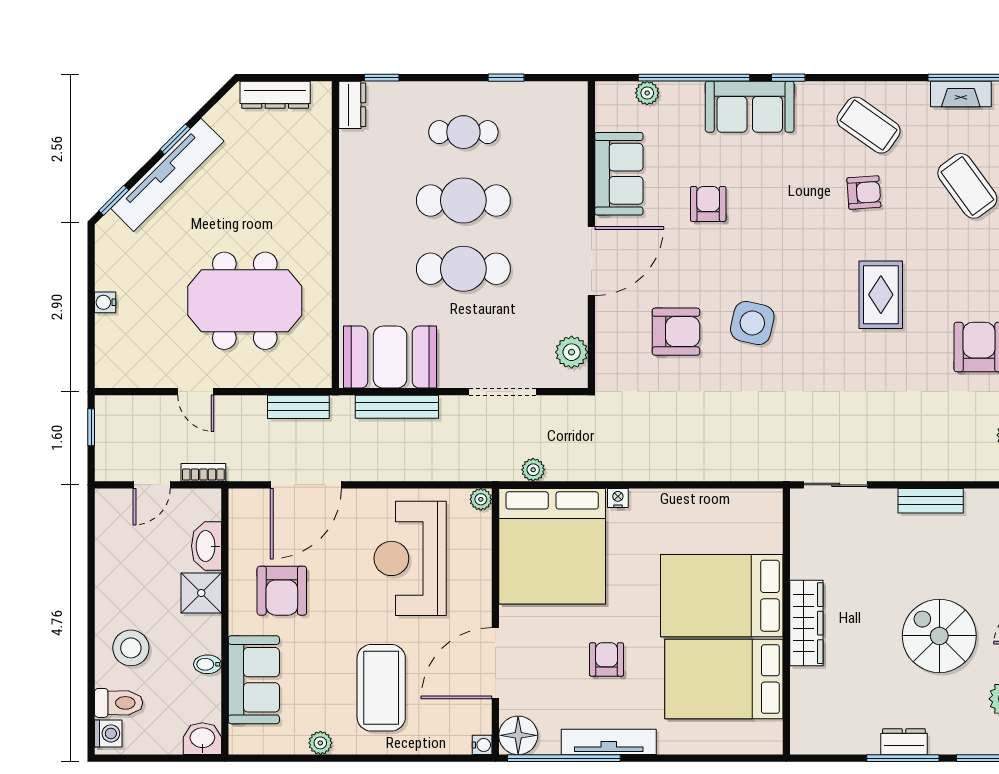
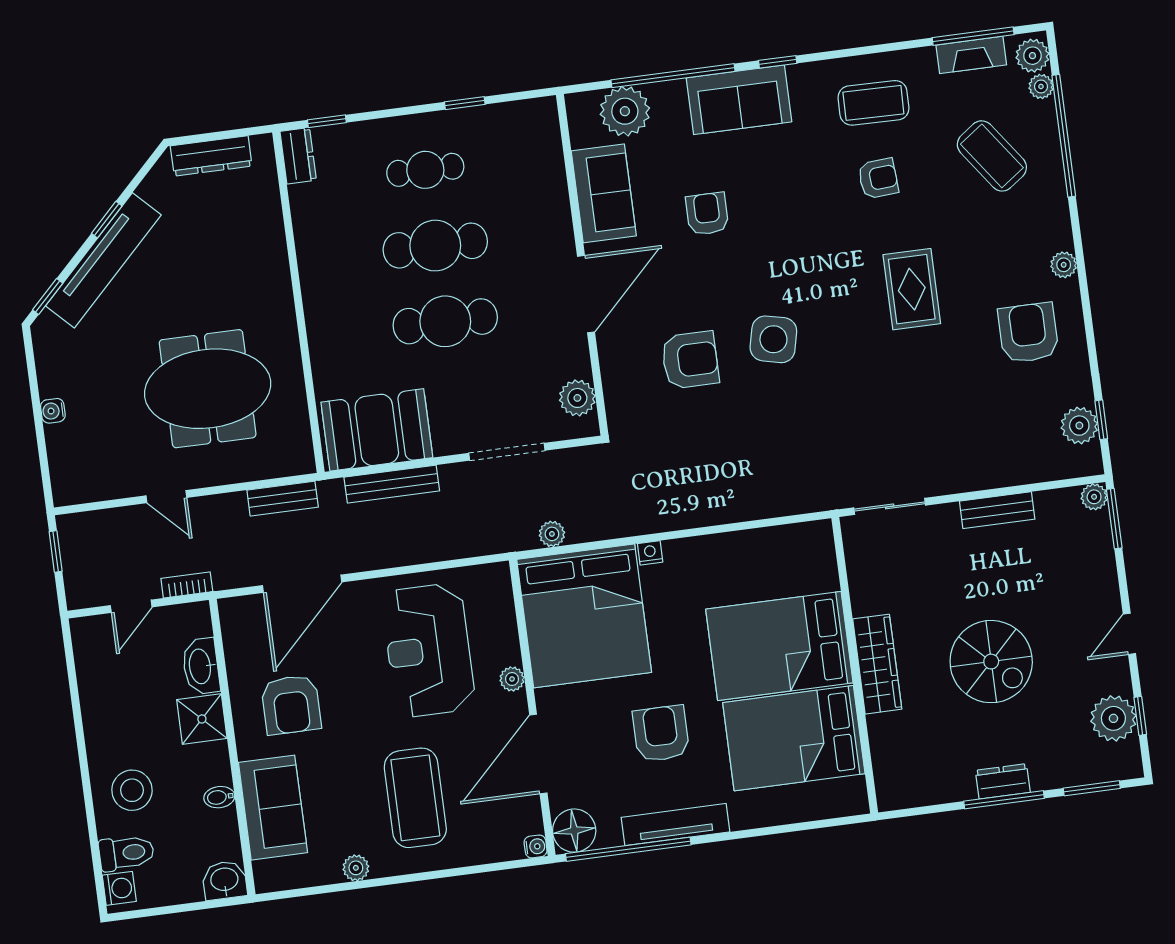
plant: (647, 93) -> (625, 111), width x1.87, depth x1.87
coffee table: (869, 125) -> (873, 103), turned -34
plant: (481, 499) -> (512, 679), moved
spiral stairs: (939, 636) -> (991, 662), moved, turned 180
armchair: (607, 659) -> (661, 734), width x1.38, depth x1.38

